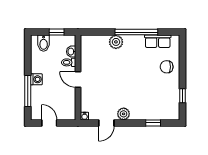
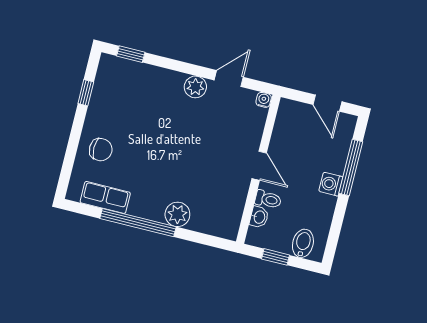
window: (153, 123) -> (131, 54), moved

